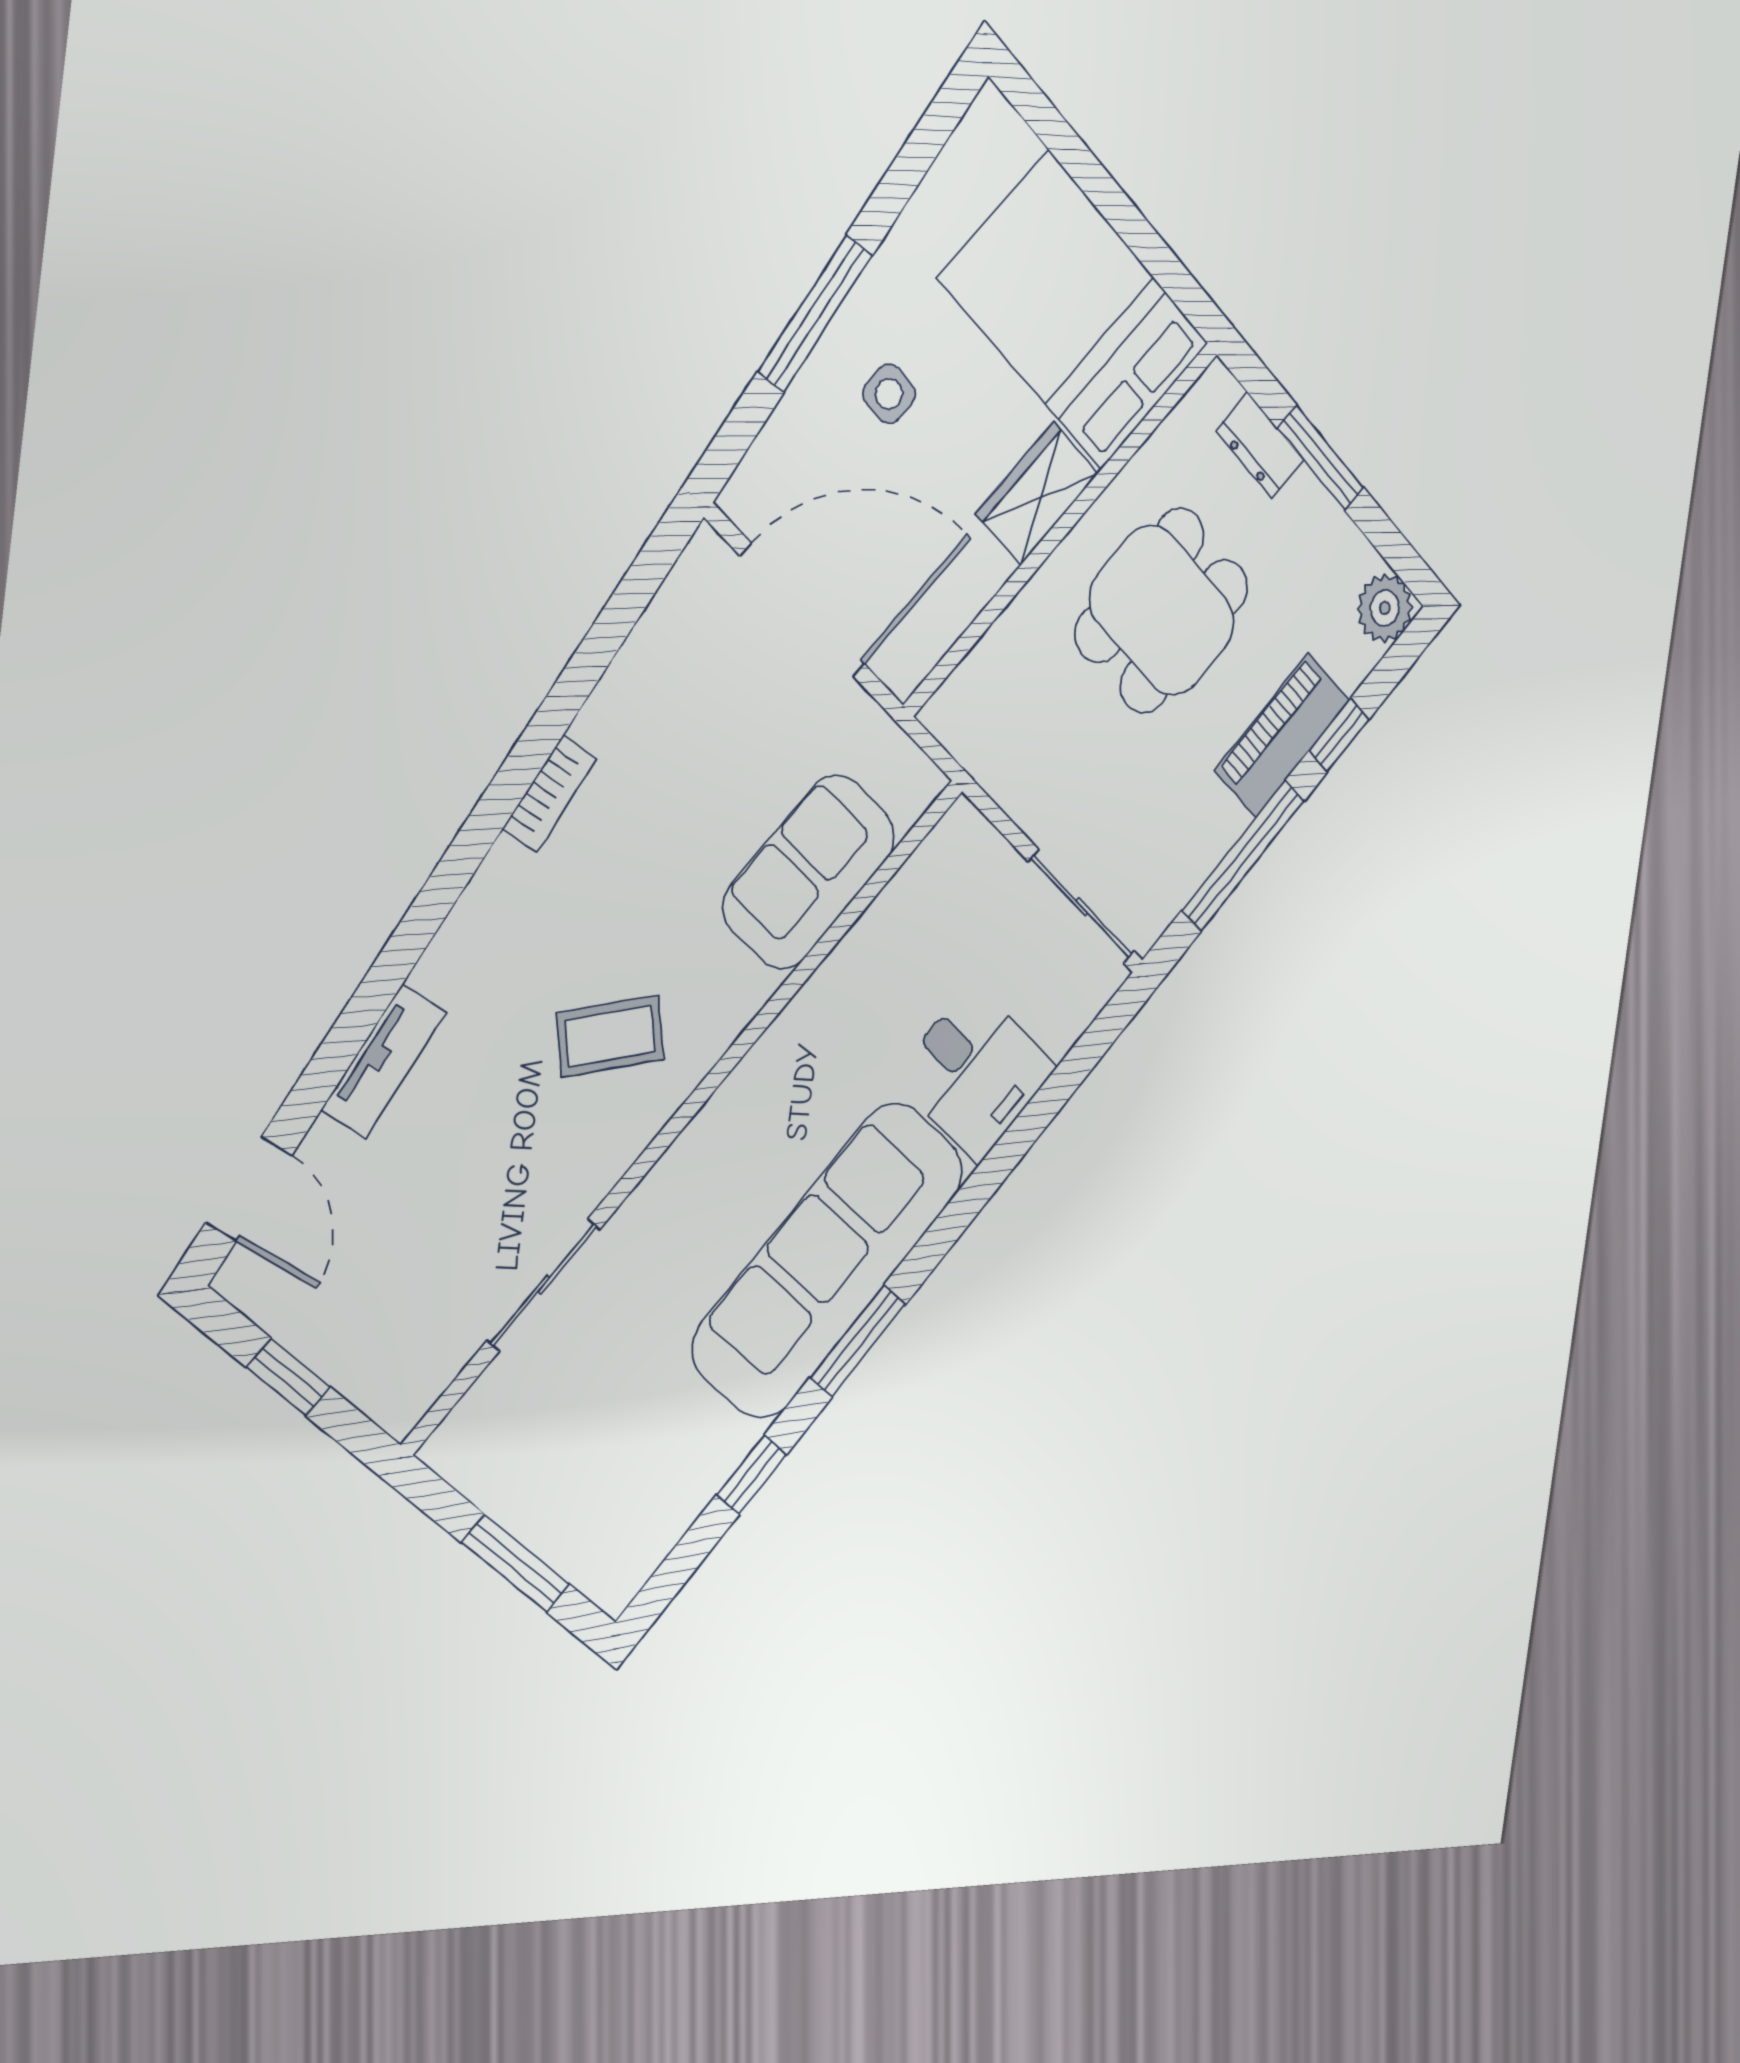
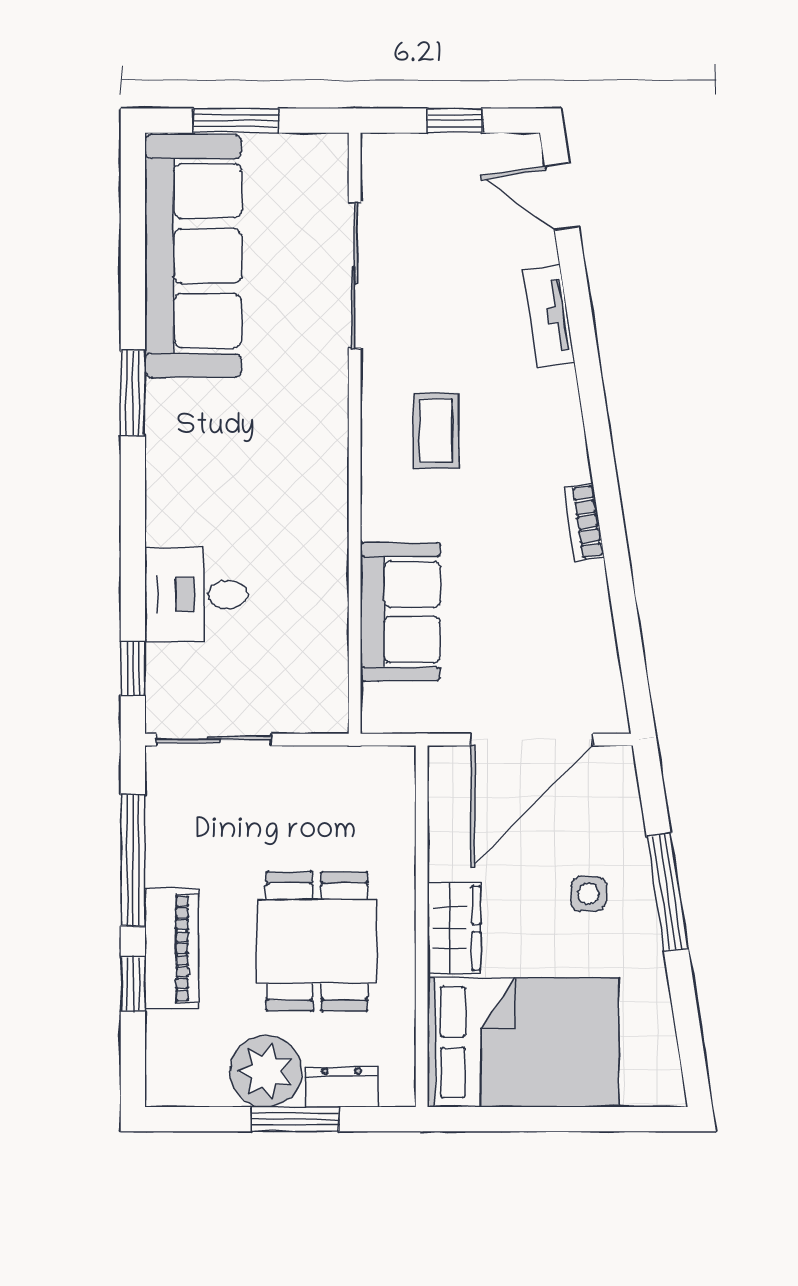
plant: (1385, 608) -> (266, 1071), moved, width x1.36, depth x1.36
coffee table: (610, 1036) -> (436, 431), turned -41
sofa: (829, 1260) -> (193, 256), moved
sliding door: (544, 1285) -> (355, 275), width x1.37
window: (752, 1475) -> (133, 668), moved

